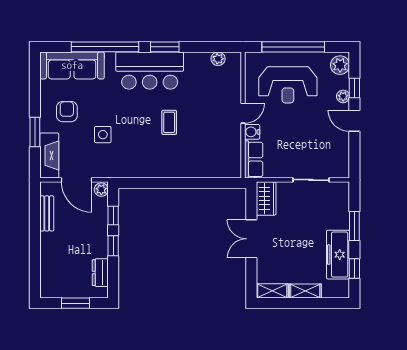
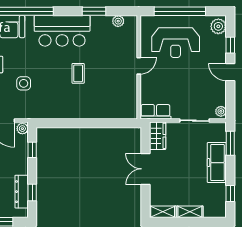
window: (165, 47) -> (94, 11), moved
plant: (343, 96) -> (221, 111), moved
water cooler: (252, 132) -> (146, 81), removed
row of seats: (254, 159) -> (155, 112), moved, turned -90
window: (354, 226) -> (230, 143), moved
window: (113, 246) -> (32, 193), moved
freezer: (338, 255) -> (217, 163), moved
dresser: (100, 273) -> (22, 192), width x1.44

